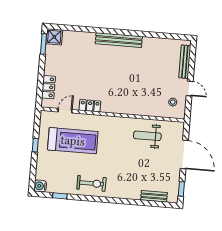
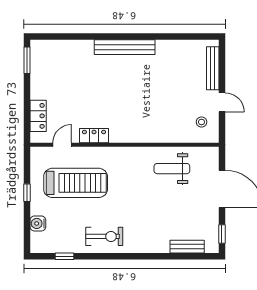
shower: (54, 37) -> (40, 50), removed
water cooler: (40, 186) -> (38, 223), moved

